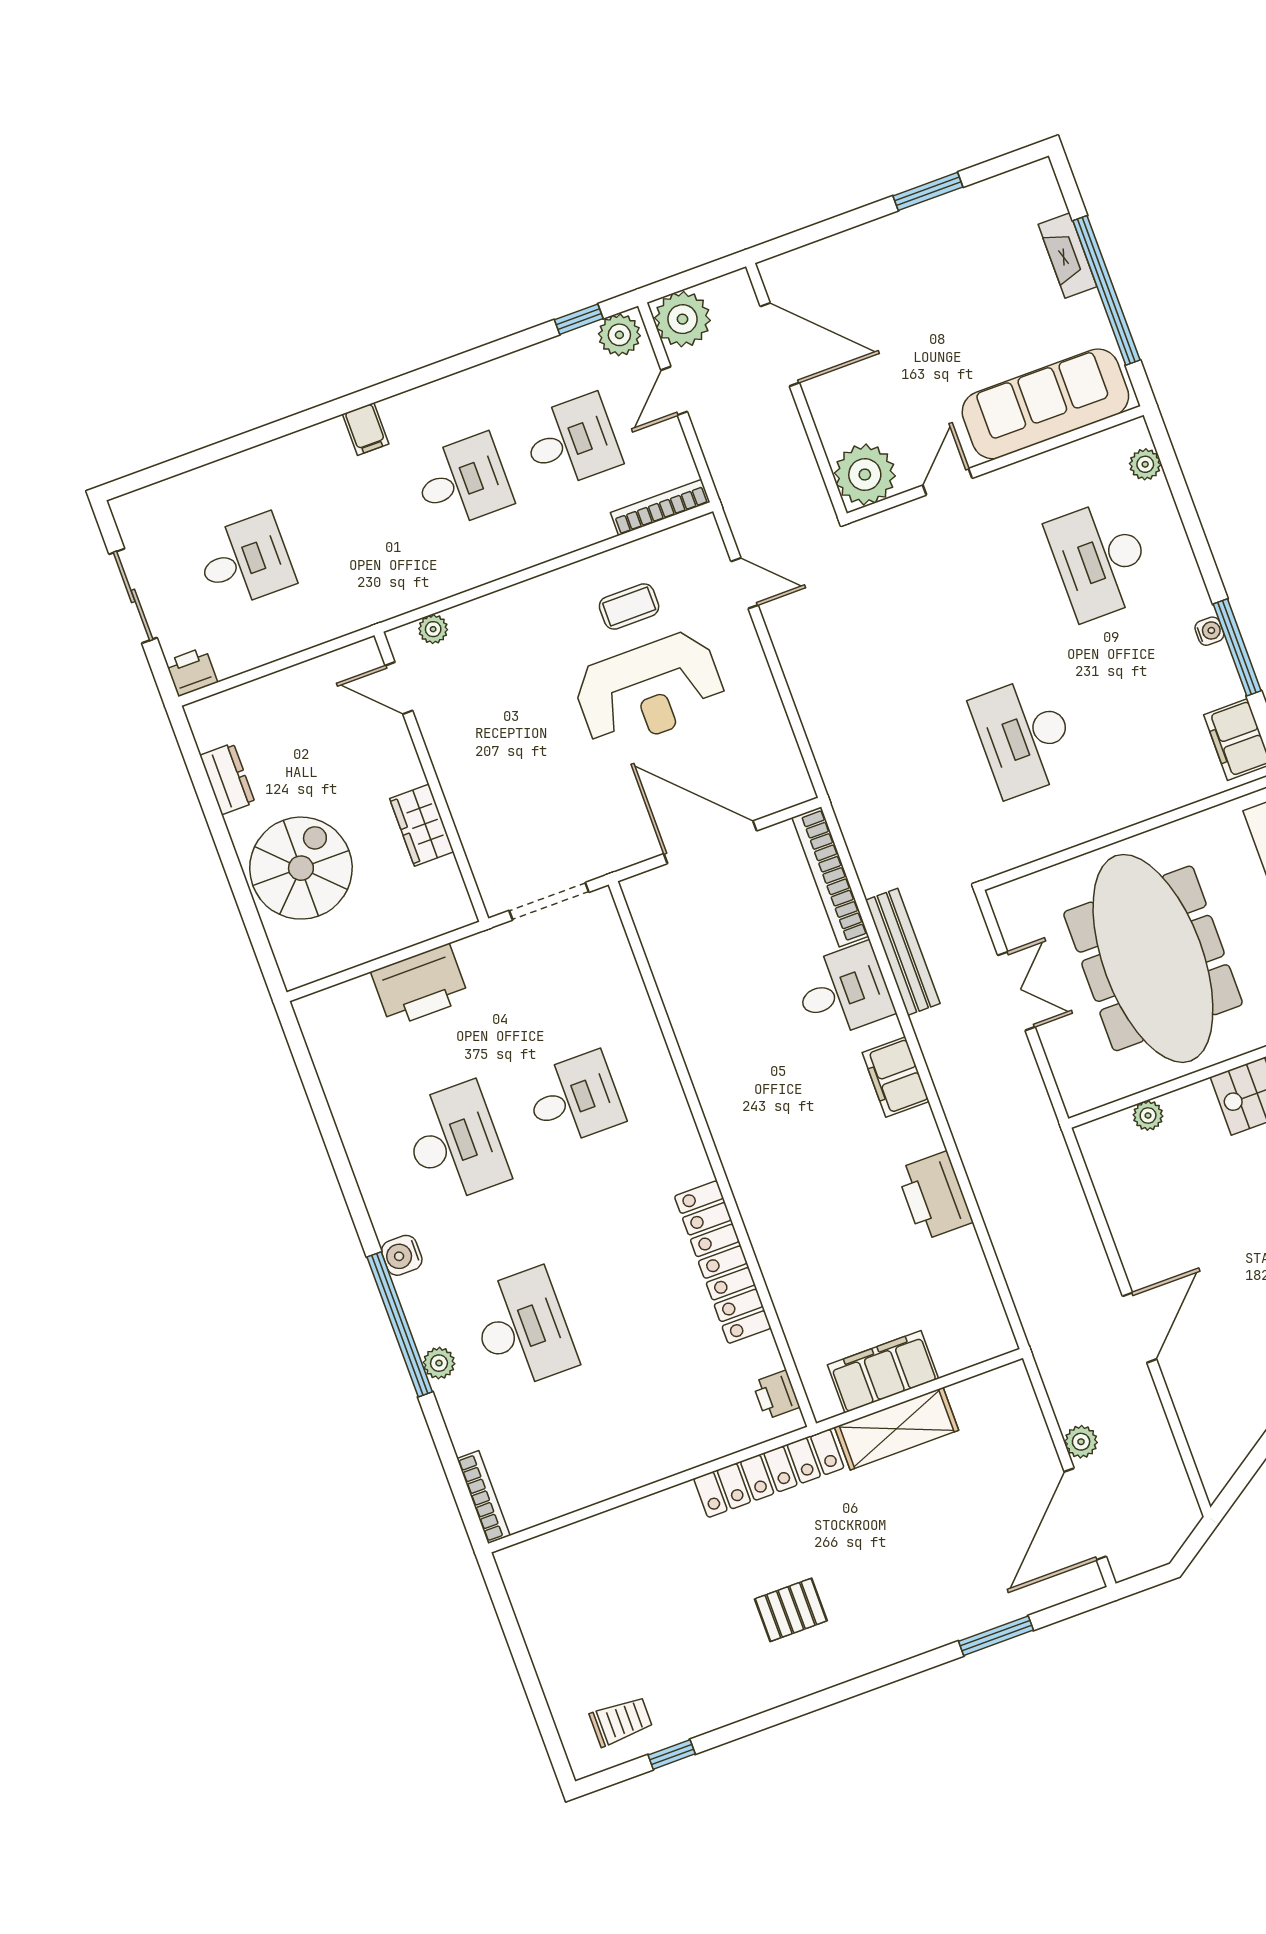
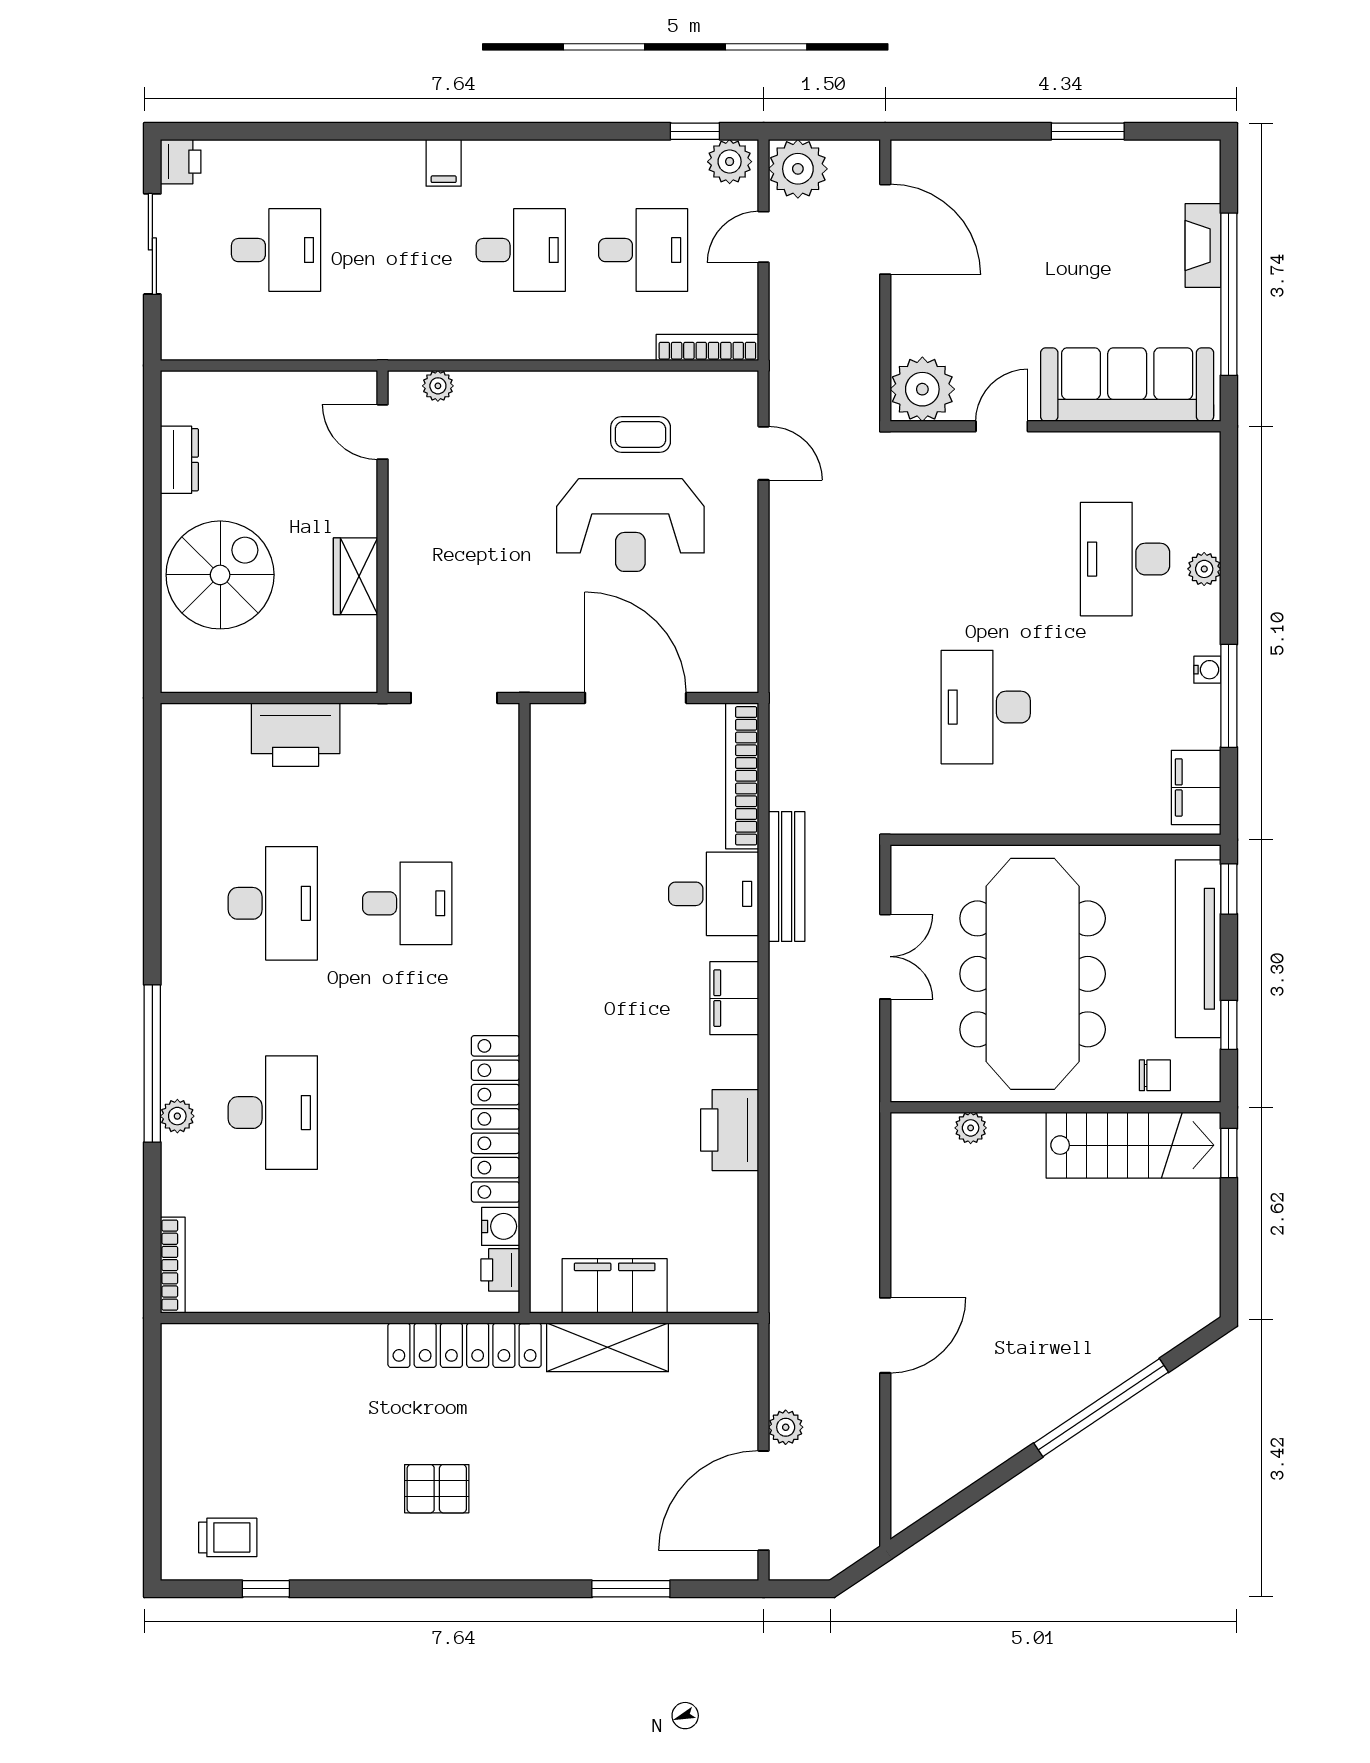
plant: (1145, 464) -> (1204, 569), moved
printer: (192, 672) -> (181, 162), moved, turned 90
water cooler: (402, 1255) -> (501, 1226), moved, turned 180

